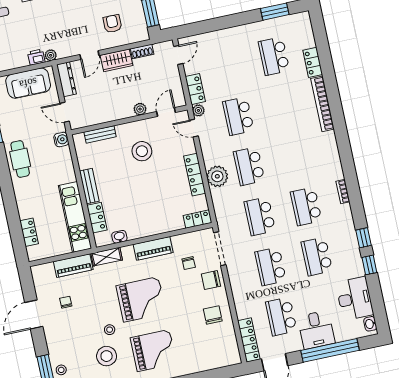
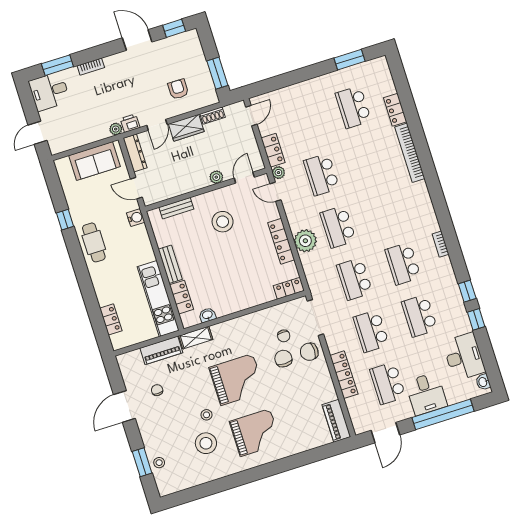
printer: (36, 57) -> (130, 123), moved
piano: (153, 248) -> (336, 421), moved, turned 90
chair: (213, 315) -> (283, 359), moved
locker: (249, 340) -> (344, 375), moved

